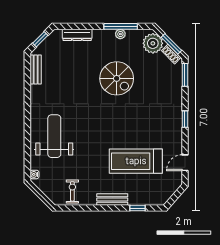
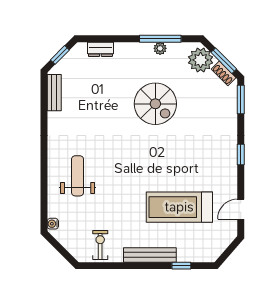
dresser: (77, 35) -> (100, 49), width x0.70
weight bench: (54, 136) -> (78, 176), width x0.73, depth x0.75
bench: (112, 199) -> (150, 255), width x1.36

